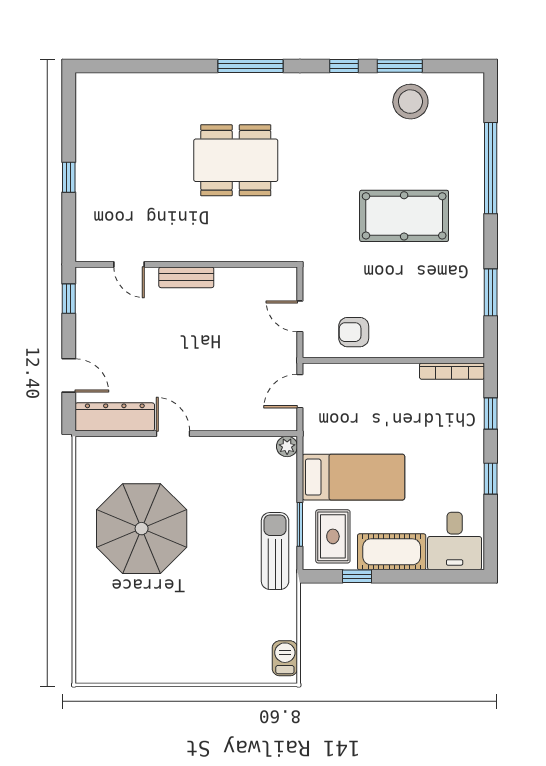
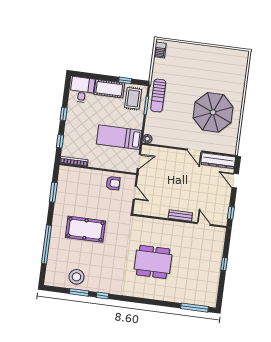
window: (251, 66) -> (194, 308), moved
bed: (354, 477) -> (119, 137), moved

